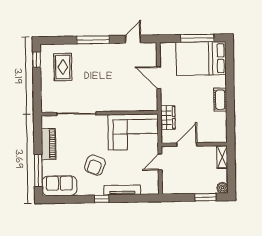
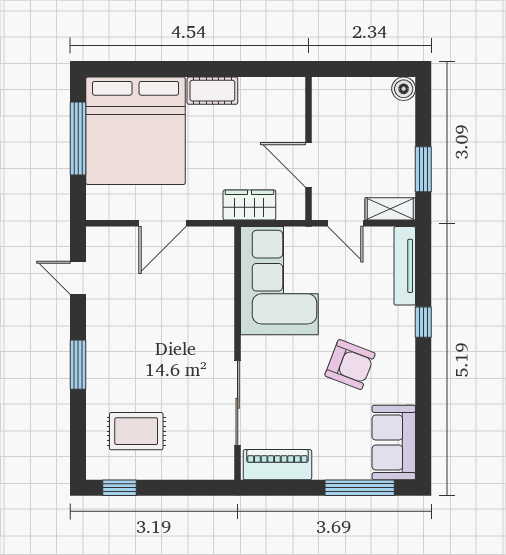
window: (93, 40) -> (78, 365), width x0.69
bed: (201, 59) -> (136, 131), width x1.36
piano: (49, 144) -> (277, 465), moved
shelving: (222, 157) -> (390, 209), moved
tv unit: (122, 190) -> (405, 266), moved
window: (205, 197) -> (423, 169), moved
window: (102, 199) -> (423, 322), moved

